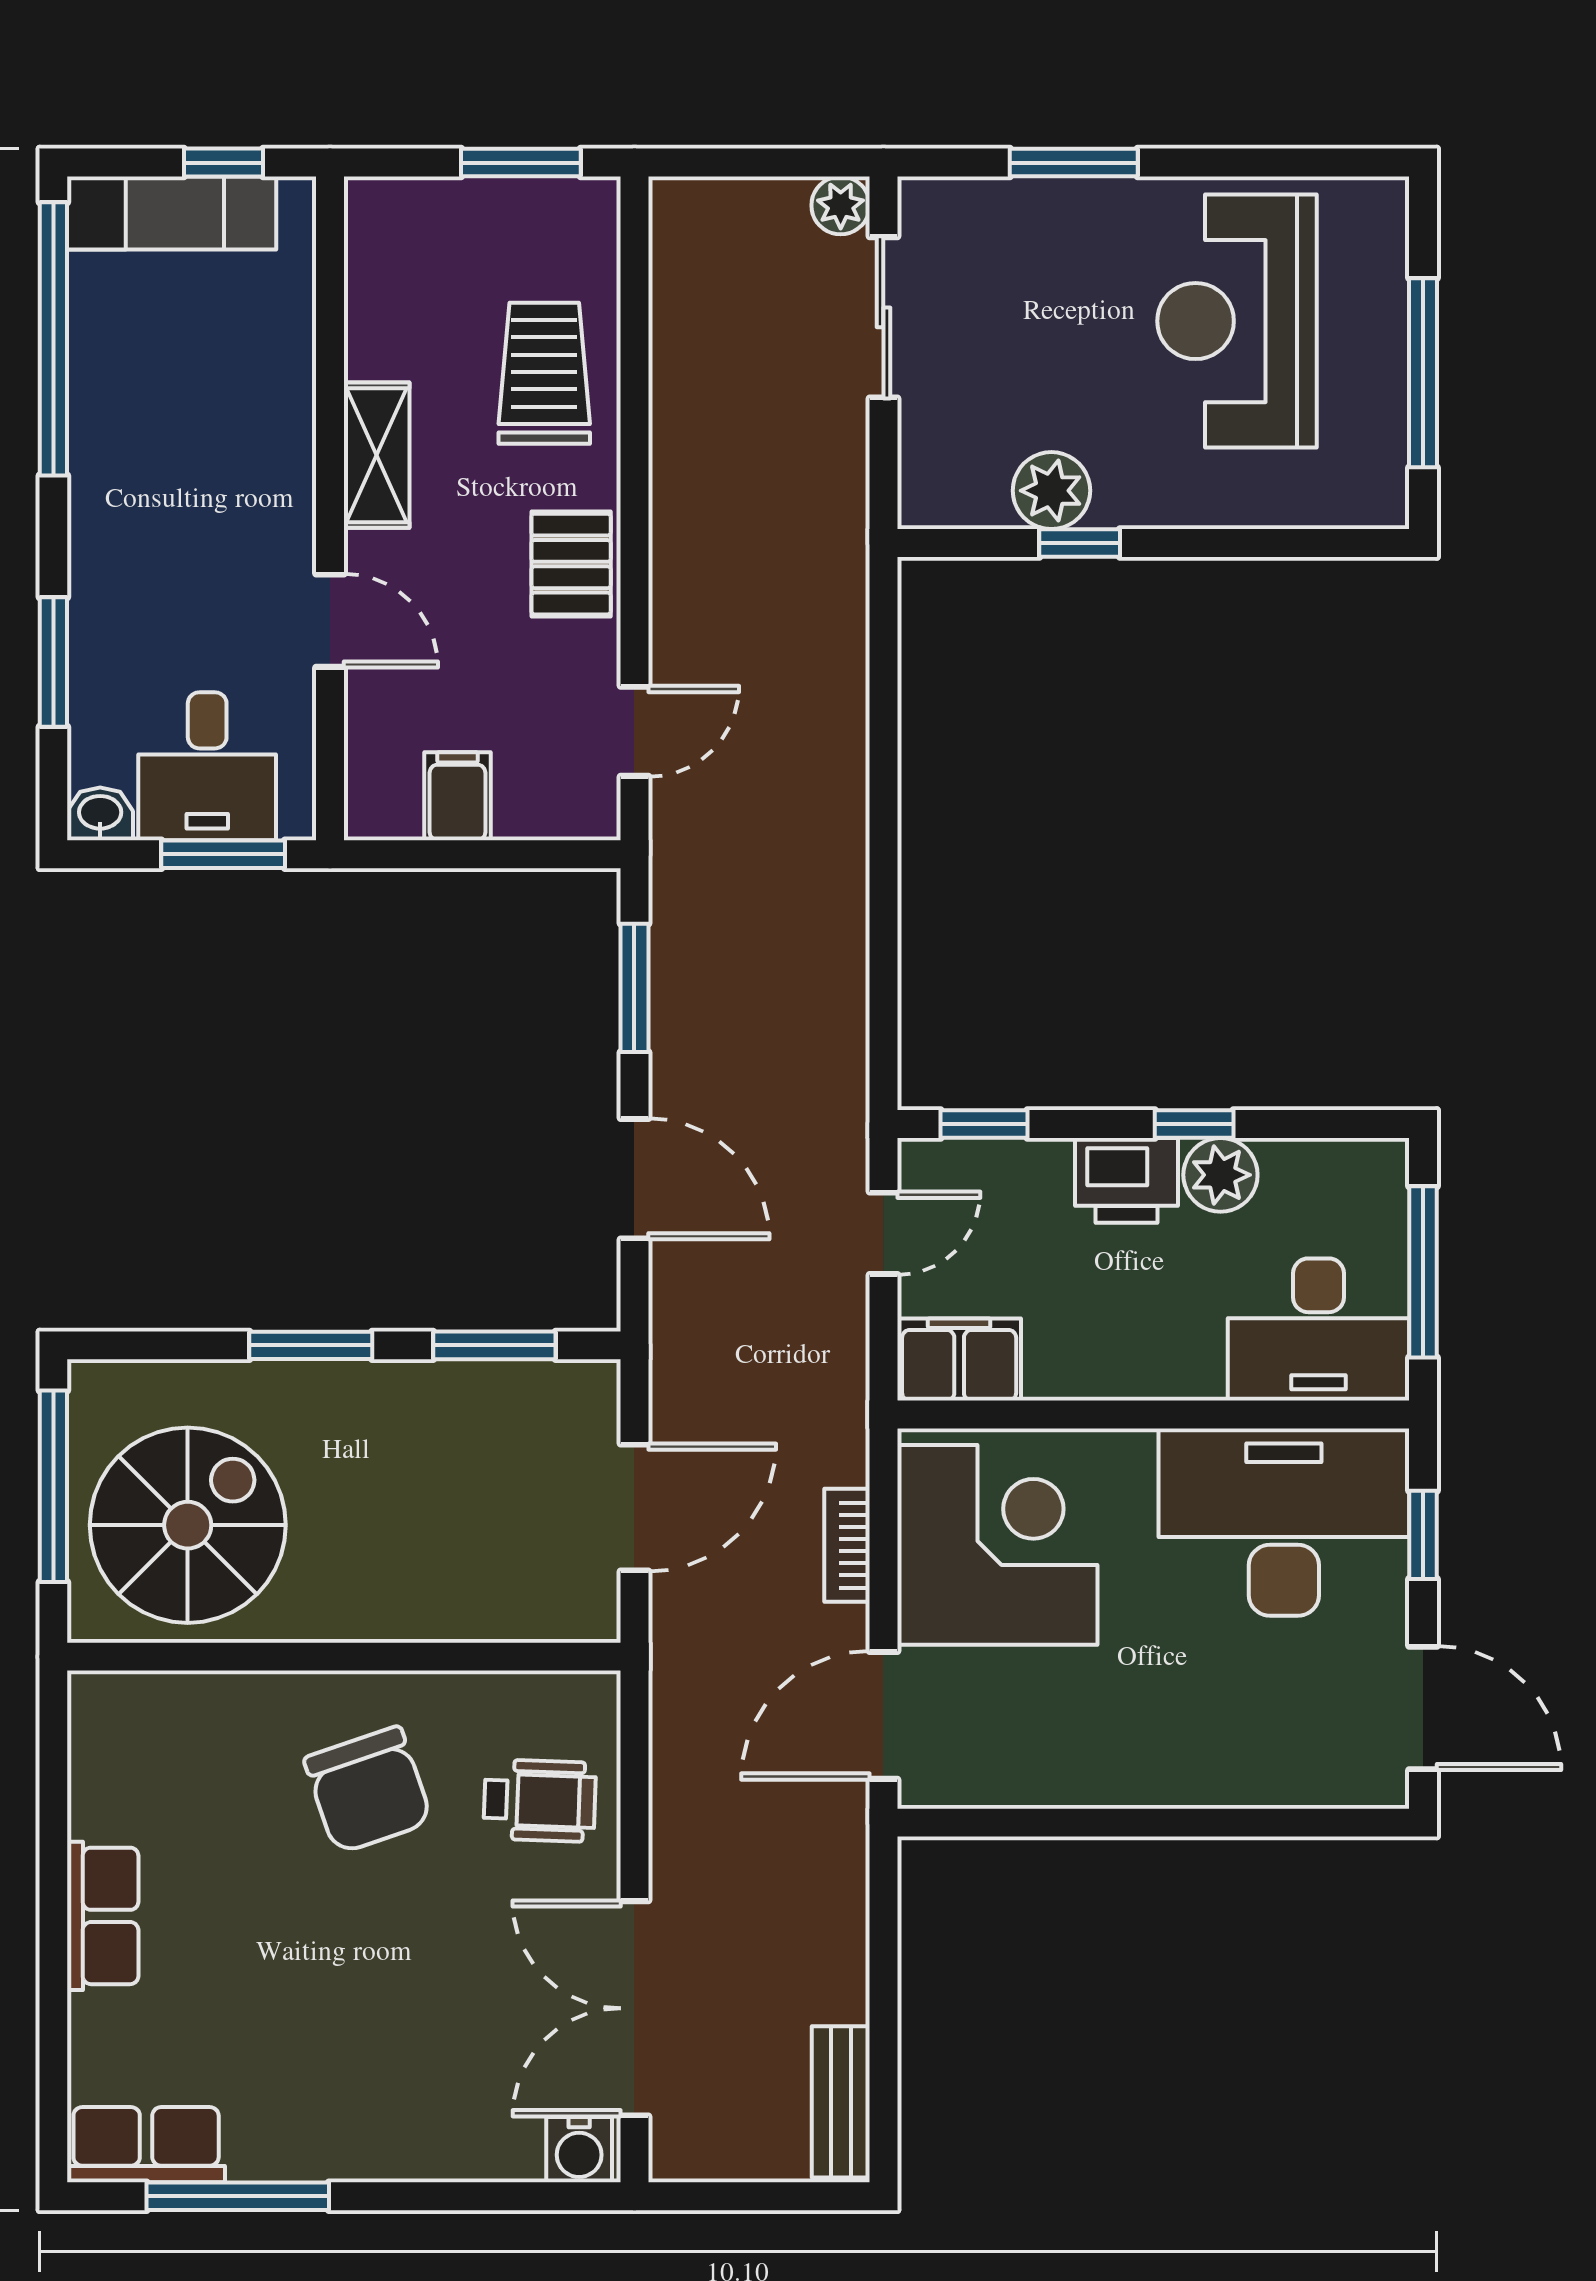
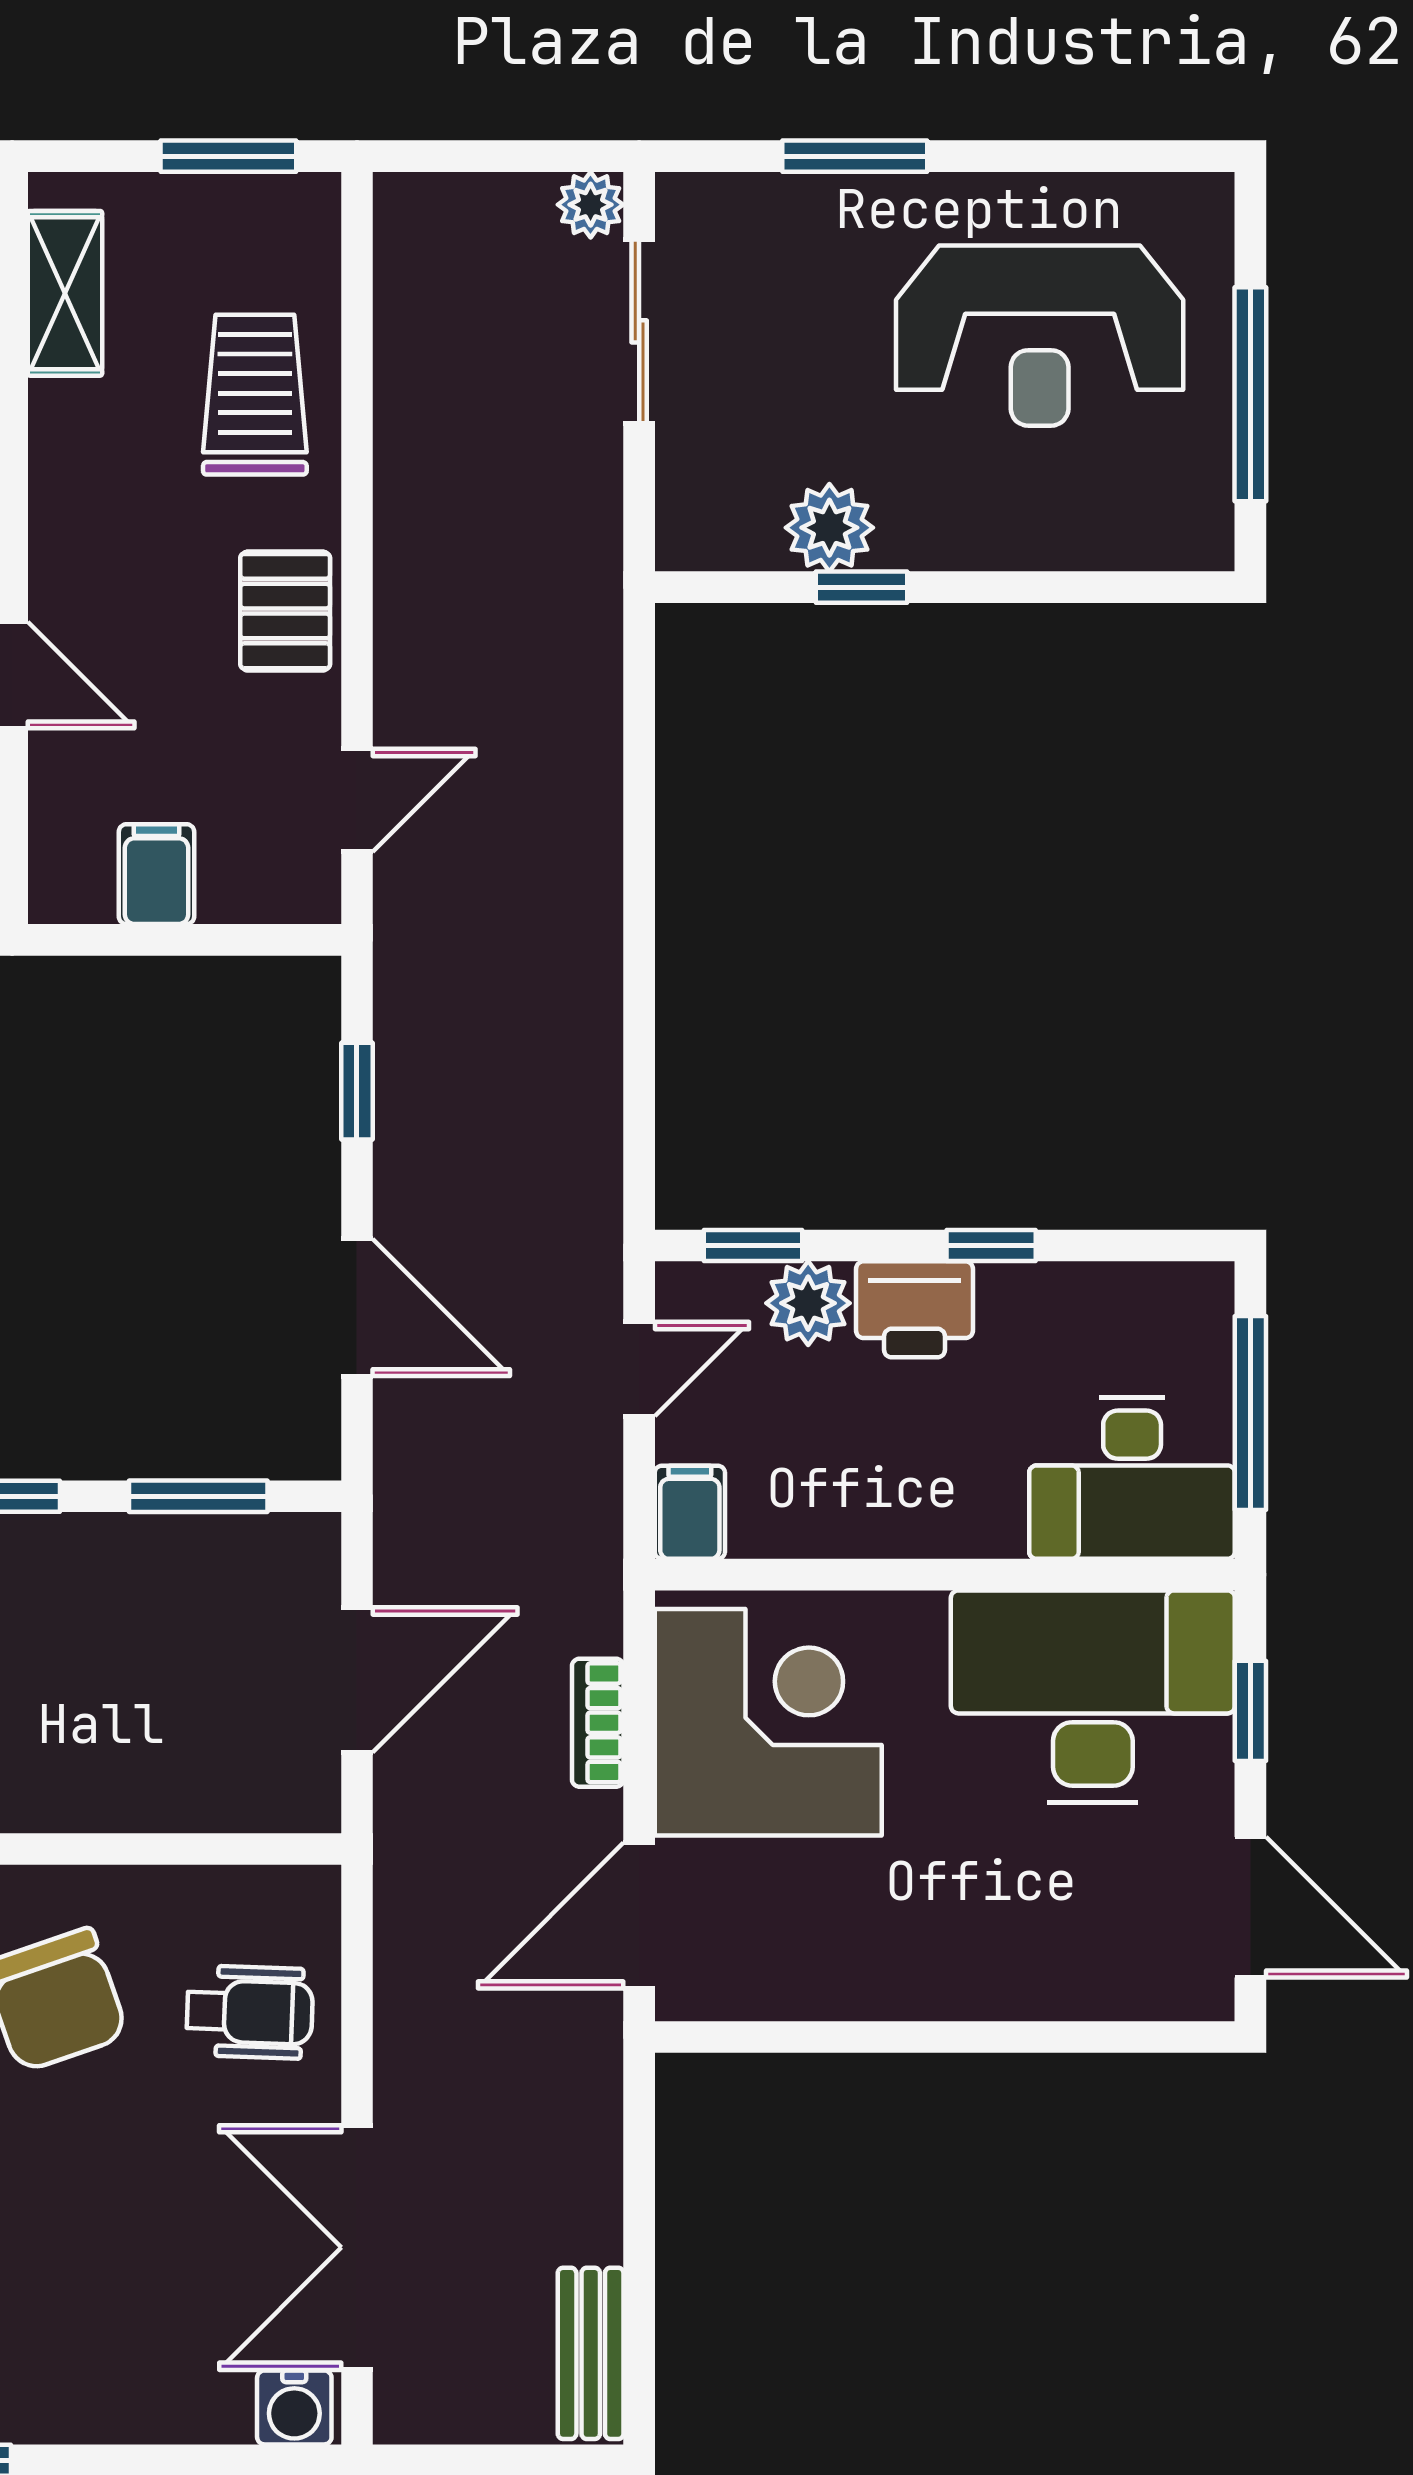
reception desk: (1237, 321) -> (1040, 336), turned -90
shelving: (377, 455) -> (65, 293), moved
window: (634, 988) -> (357, 1091), width x0.67
plant: (1220, 1175) -> (808, 1303), moved
filing cabinet: (959, 1359) -> (690, 1512), width x0.50

